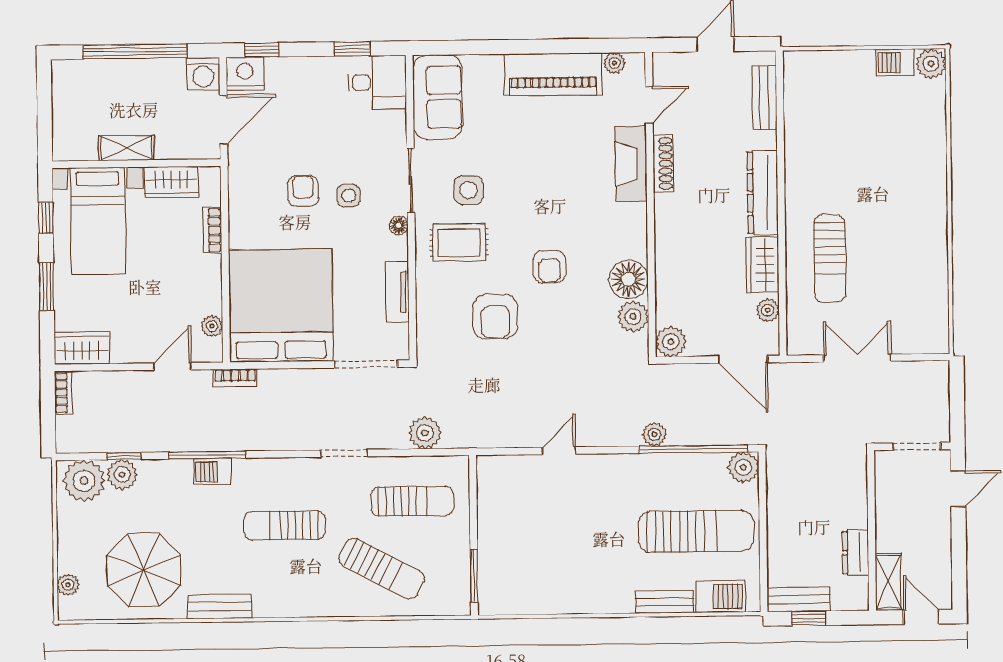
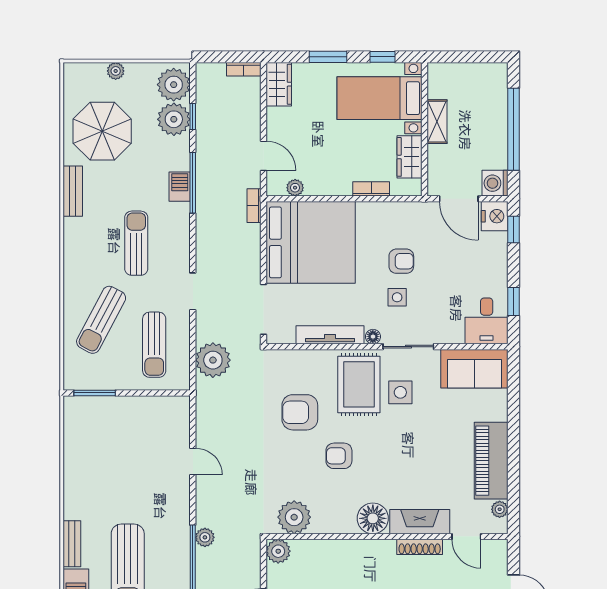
rug: (459, 242) -> (359, 384), width x1.36, depth x1.43
floor lamp: (628, 279) -> (373, 518), moved
tv unit: (397, 292) -> (330, 335), width x1.41
plant: (633, 316) -> (294, 517), width x1.36, depth x1.36
plant: (425, 433) -> (213, 360), width x1.36, depth x1.36
plant: (122, 475) -> (174, 119), width x1.36, depth x1.36
plant: (68, 585) -> (116, 71), moved

